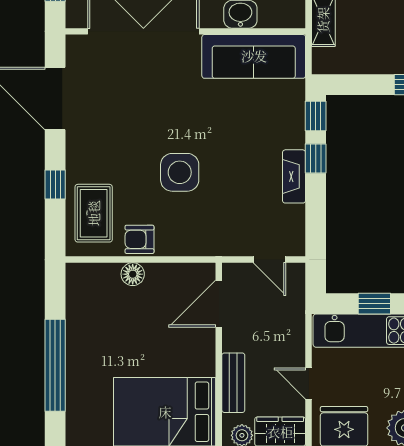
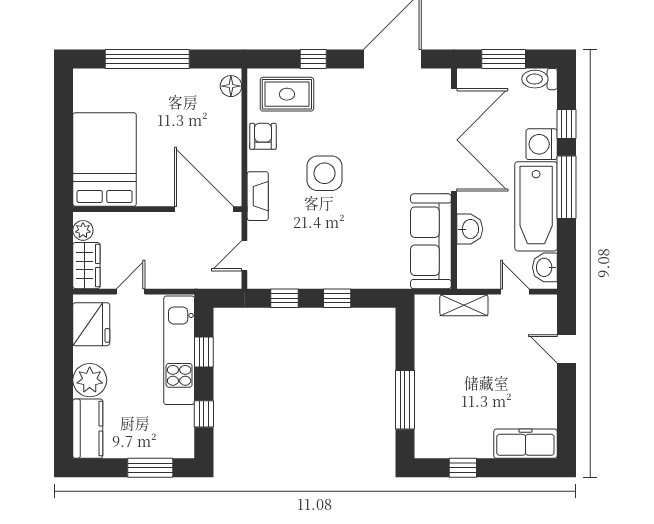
window: (316, 116) -> (284, 298), moved
fireplace: (294, 176) -> (258, 196), moved, turned 90
floor lamp: (133, 274) -> (231, 86), moved
door: (219, 304) -> (204, 209), width x1.36
bench: (233, 383) -> (131, 222), removed

